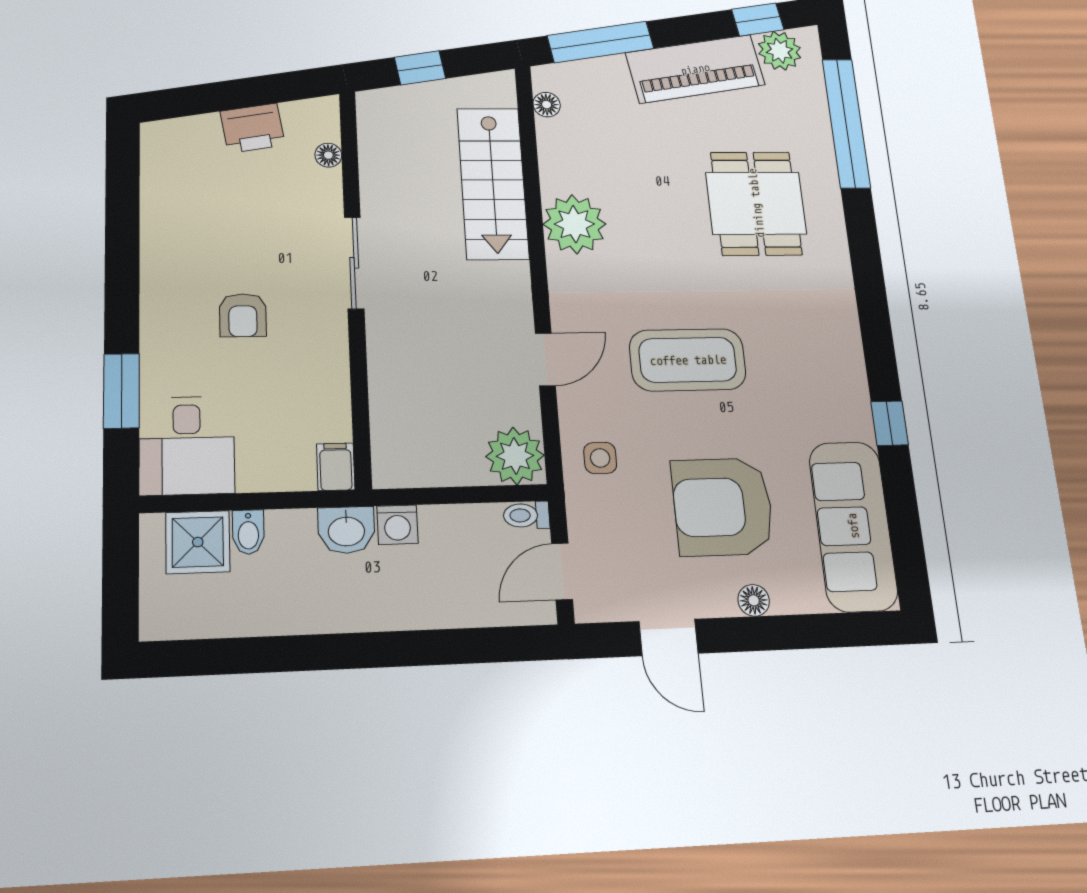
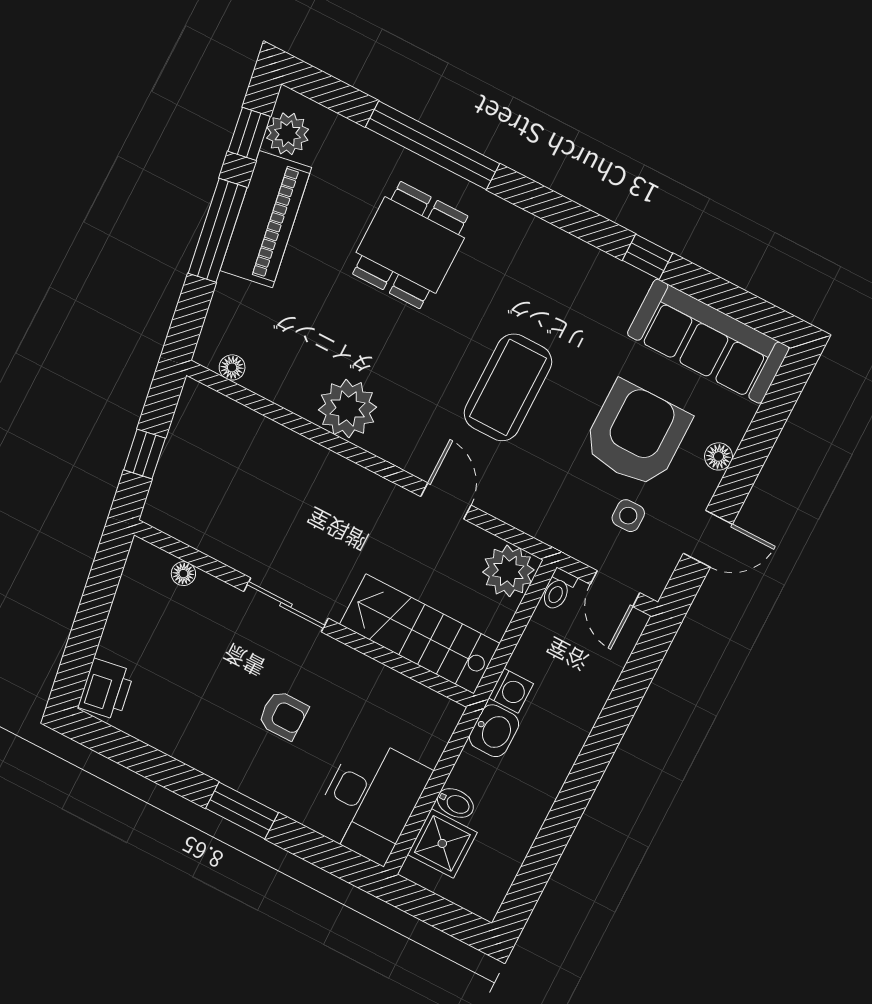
window: (600, 42) -> (218, 230), moved
window: (846, 123) -> (433, 145), moved
printer: (253, 128) -> (106, 689), moved
stairs: (493, 183) -> (420, 634), moved, turned 180
dining table: (756, 203) -> (410, 245), turned 90
window: (121, 391) -> (242, 810), moved
desk: (187, 446) -> (371, 799), width x1.37
side table: (600, 458) -> (628, 516), moved
filing cabinet: (336, 467) -> (441, 711), removed
armchair: (723, 507) -> (636, 434), turned 180

